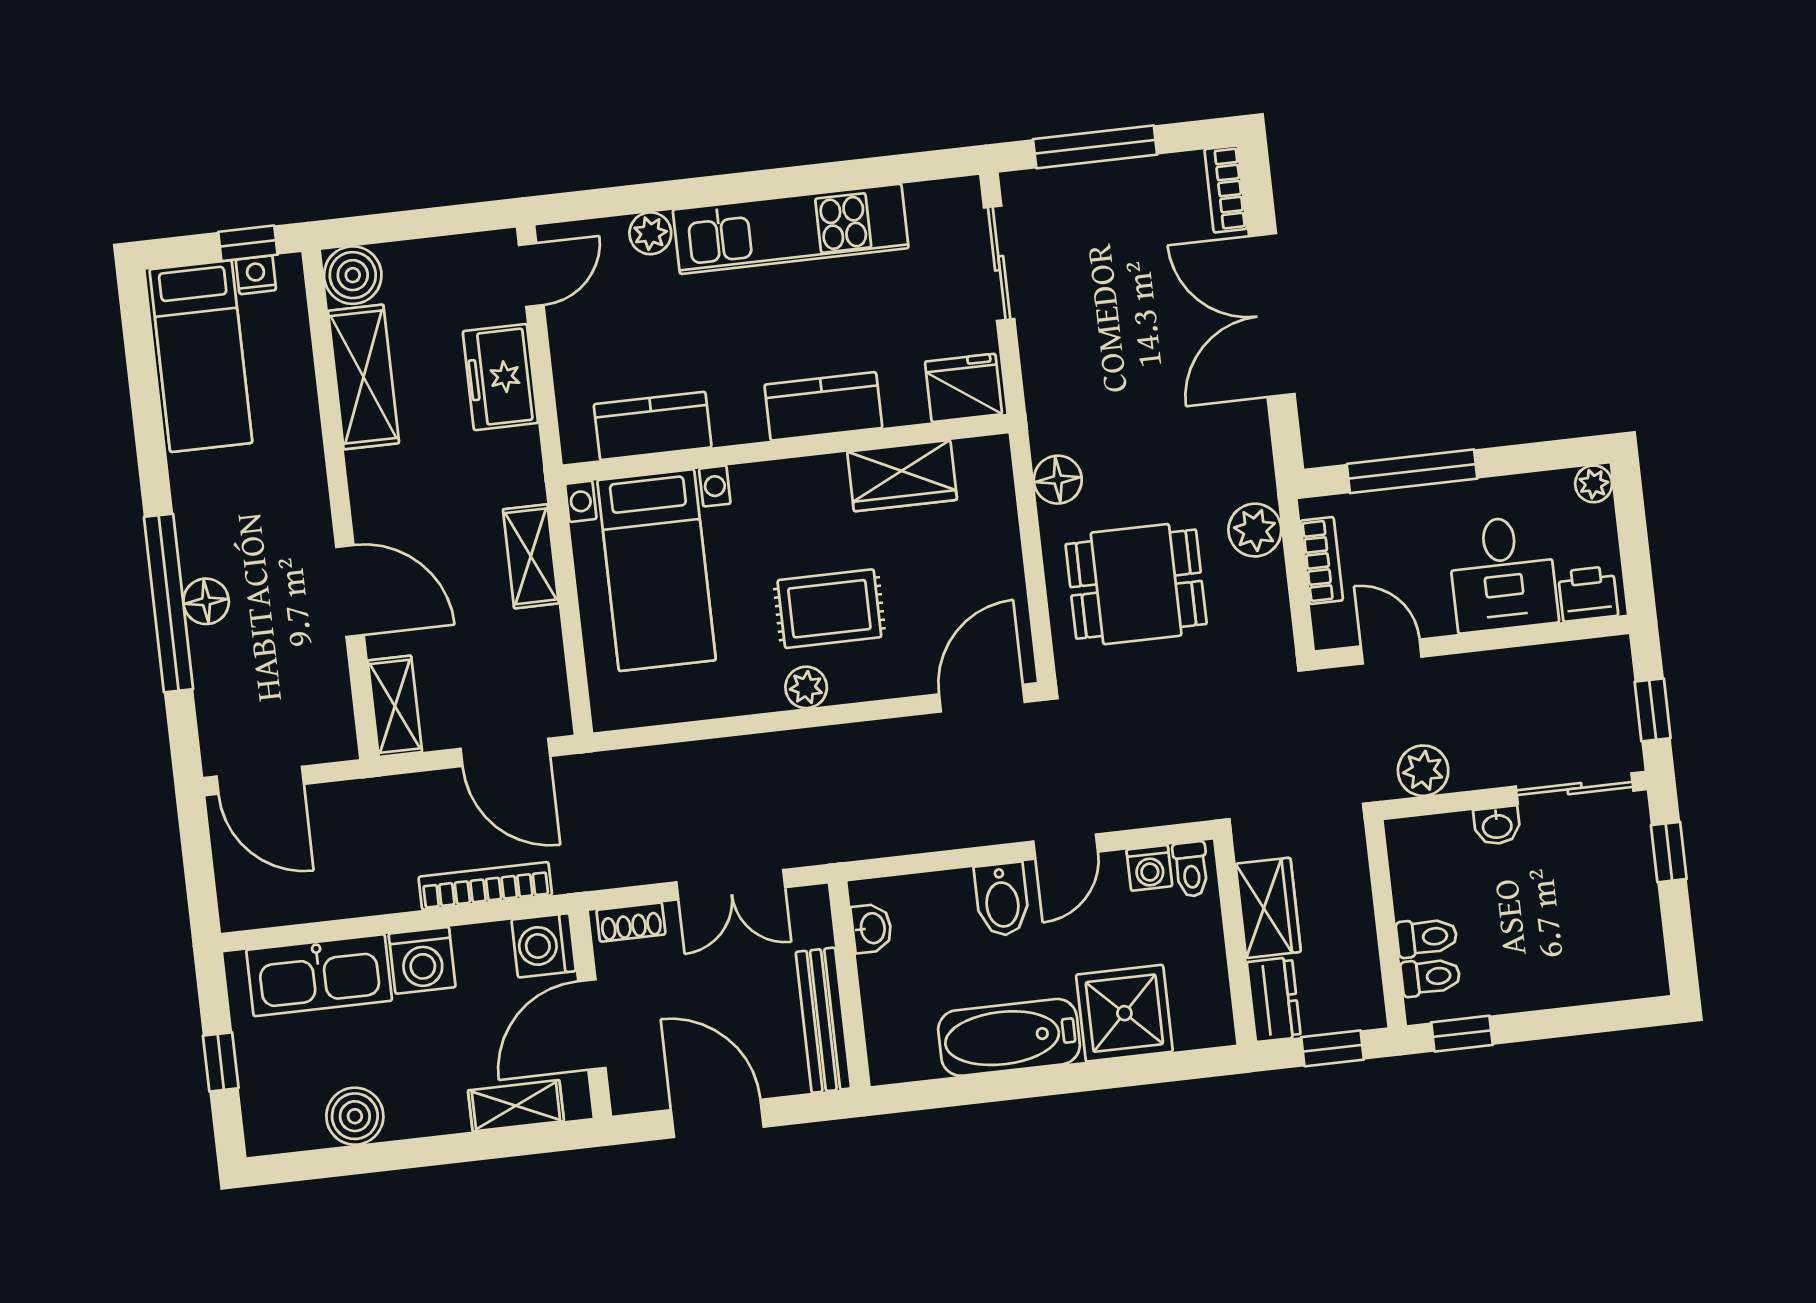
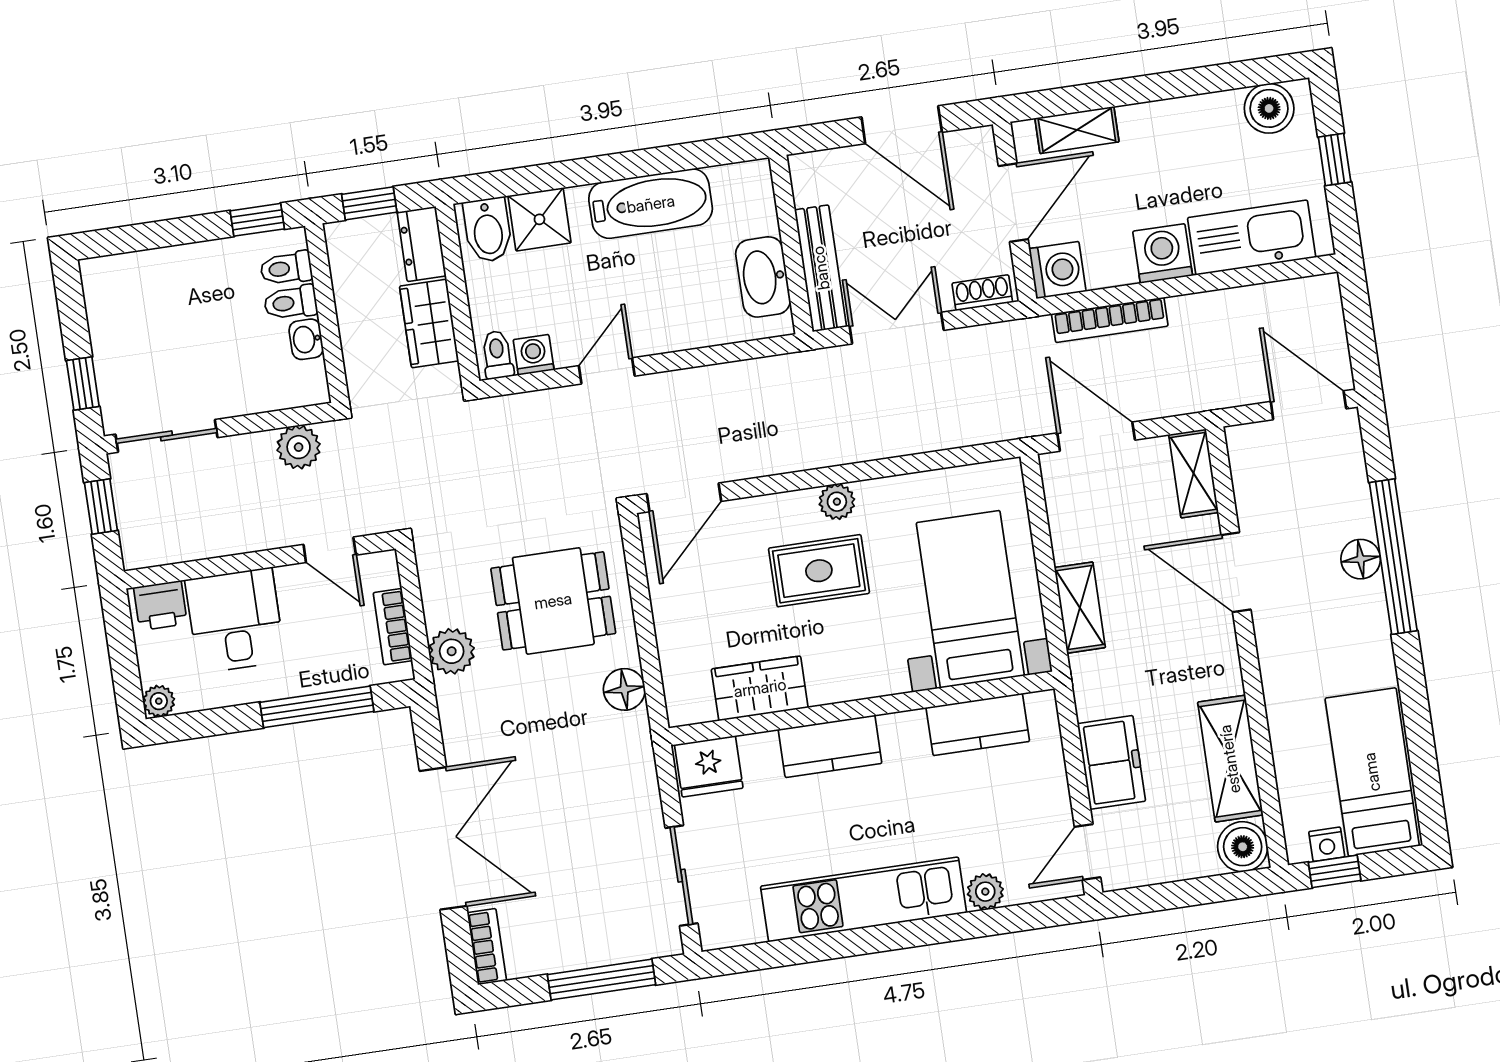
washbasin: (1497, 825) -> (306, 339), moved, turned -90
bidet: (1002, 900) -> (488, 230), moved, turned 180
washbasin: (872, 928) -> (763, 277), width x1.91, depth x1.45
shower: (1124, 1013) -> (539, 219), width x0.73, depth x0.73
bench: (823, 1020) -> (821, 268), moved
boiler: (355, 1116) -> (1269, 108), moved

